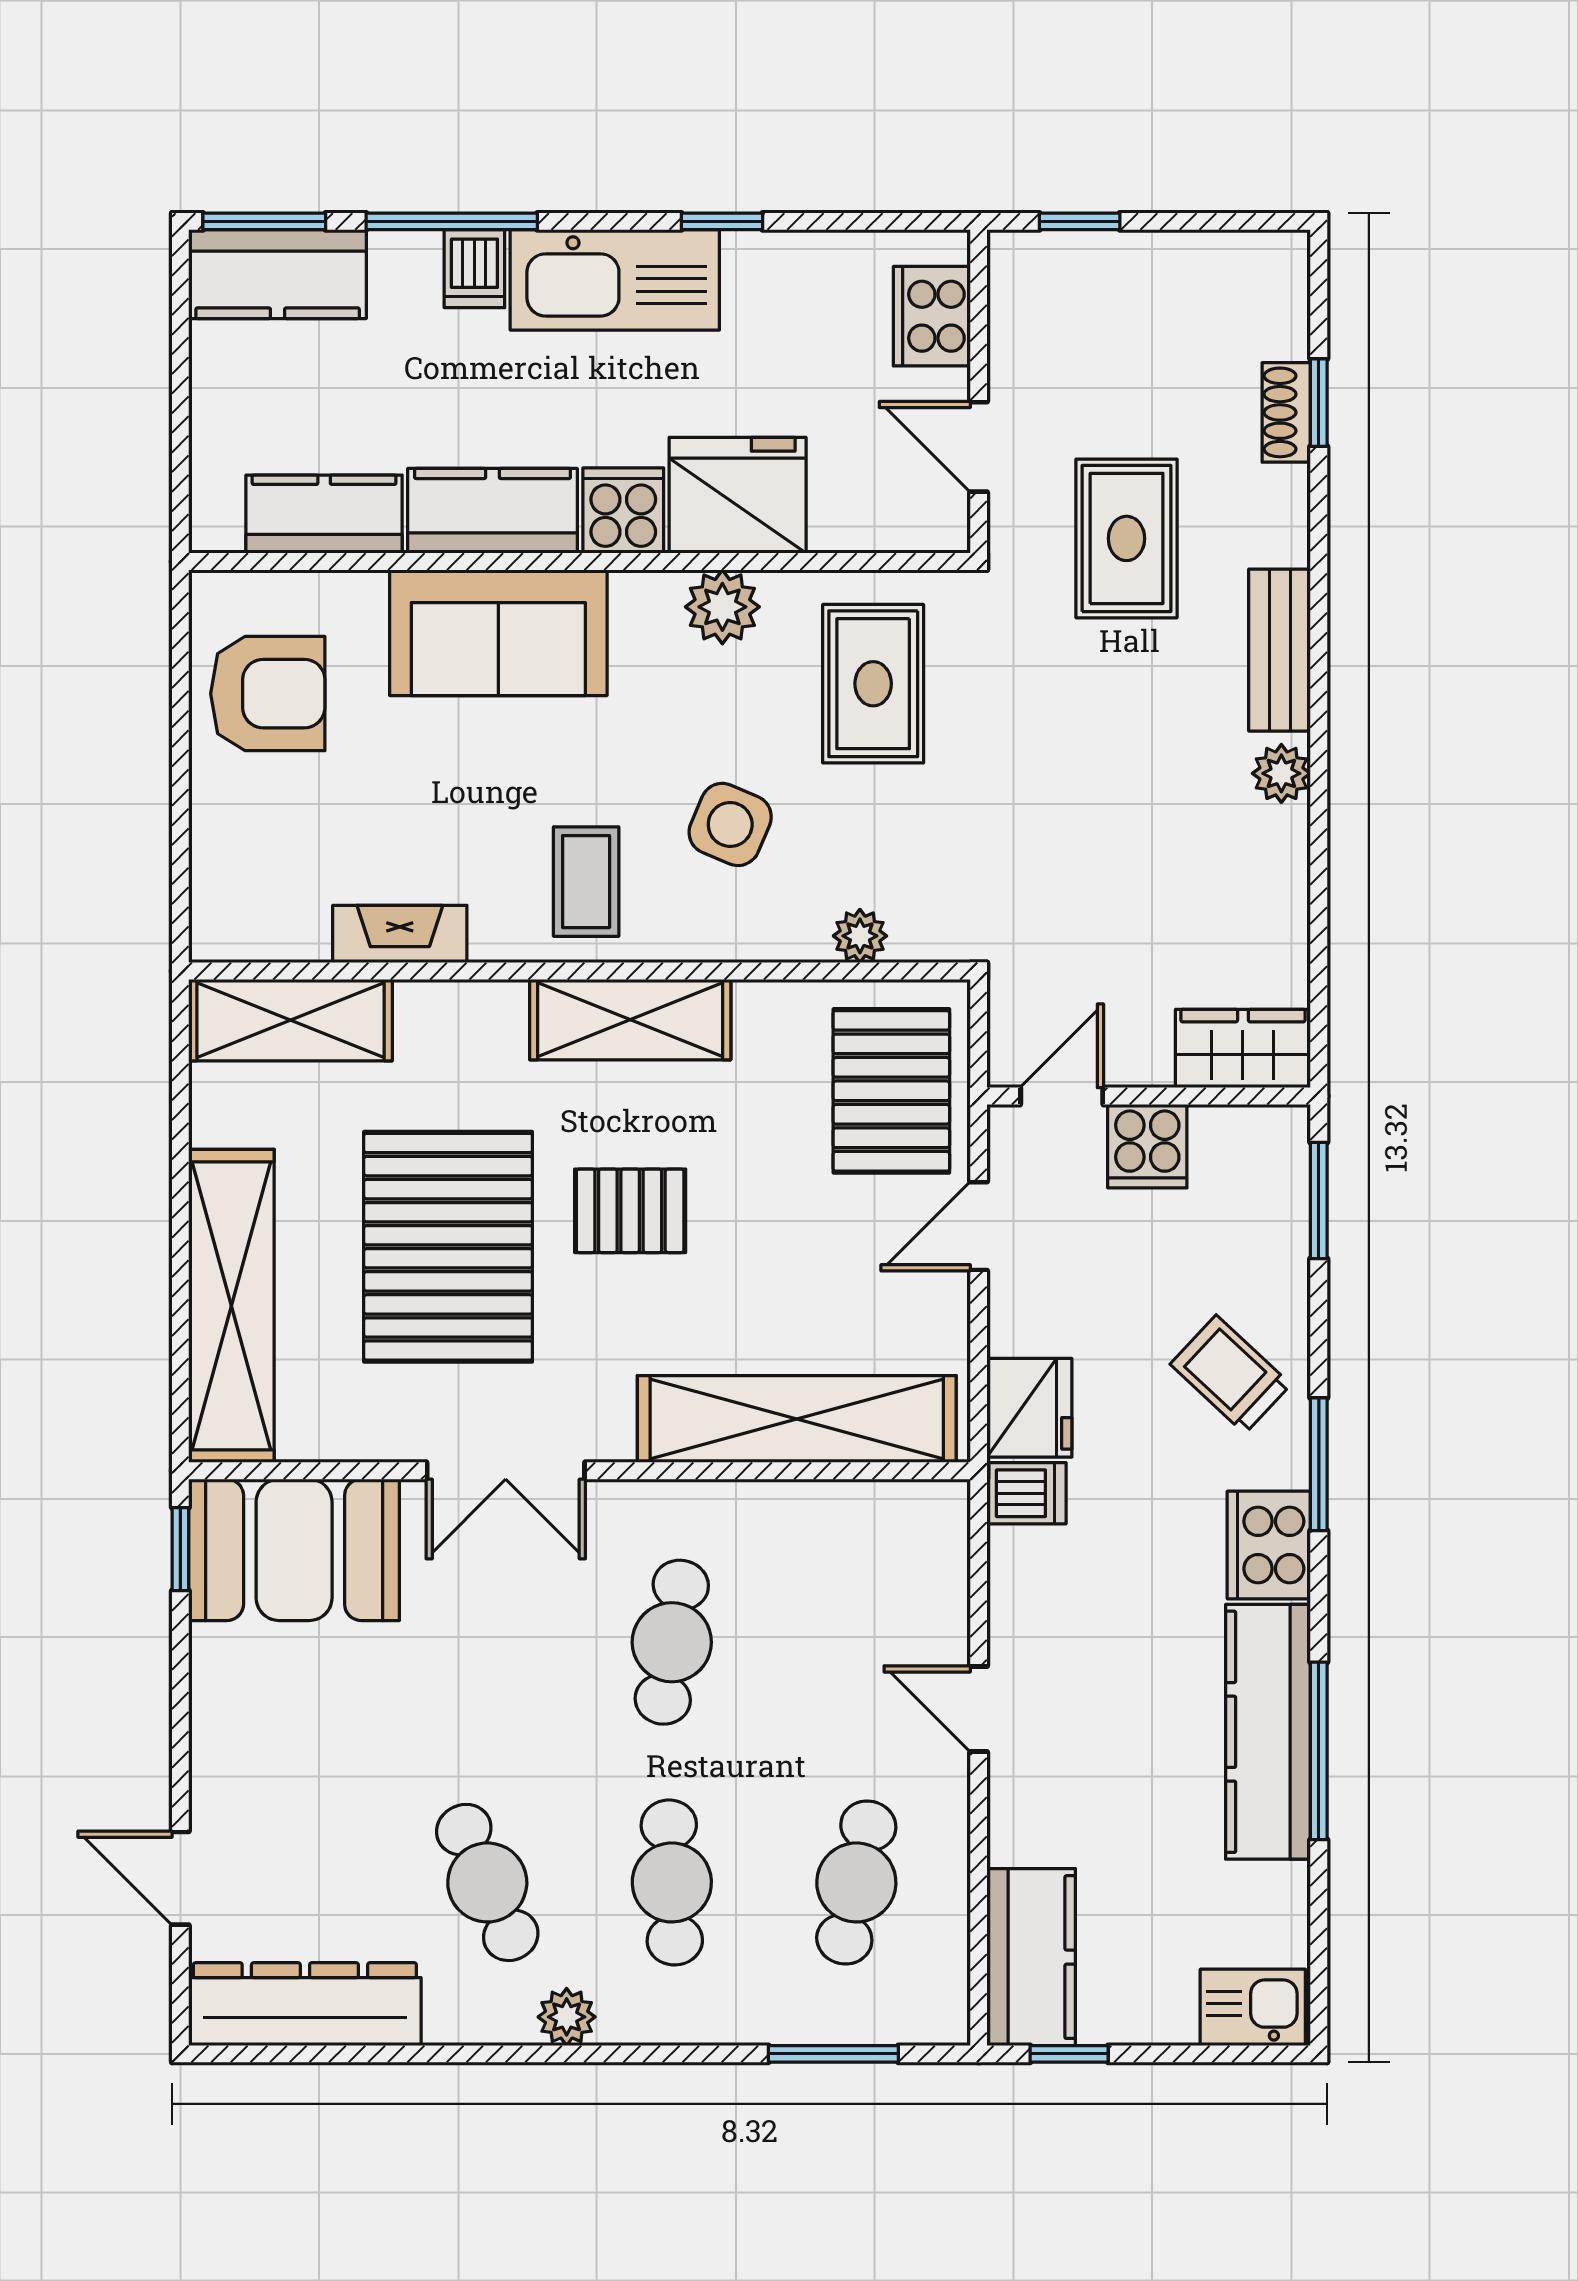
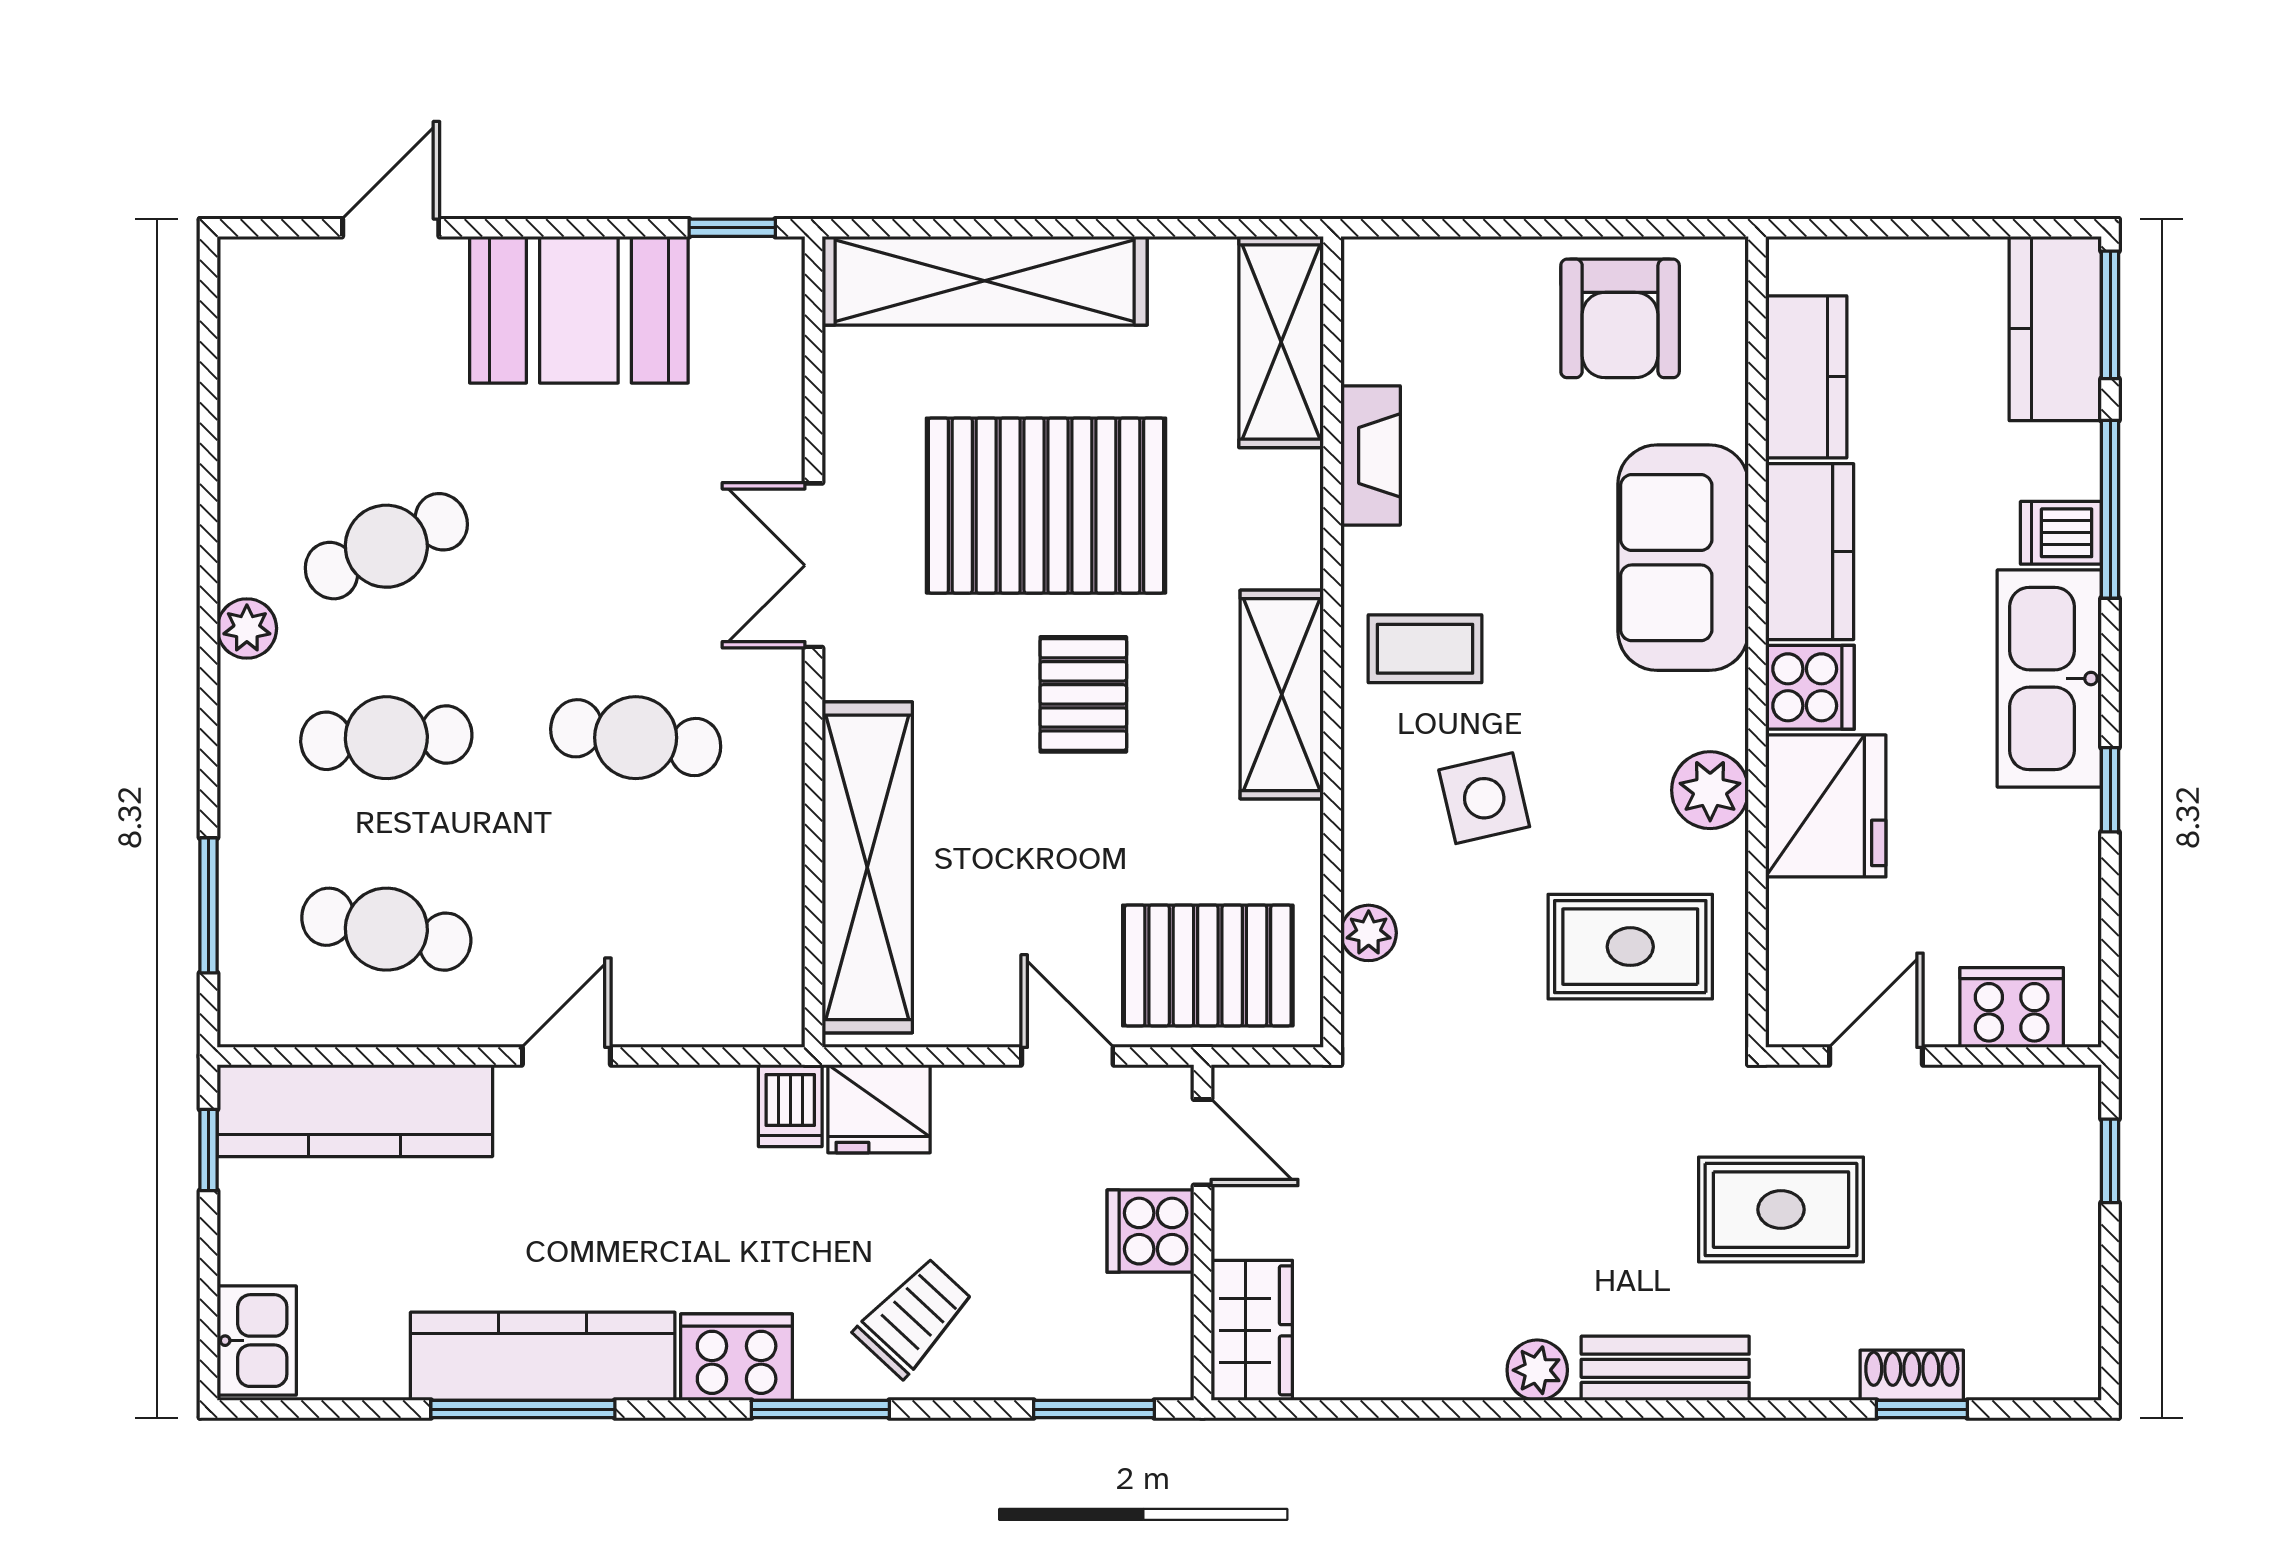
side table: (730, 824) -> (1484, 798), turned -36
booth: (294, 1550) -> (579, 310), moved, turned 90
kitchen counter: (1031, 1957) -> (355, 1111), width x1.50
dresser: (305, 2004) -> (260, 357), removed

